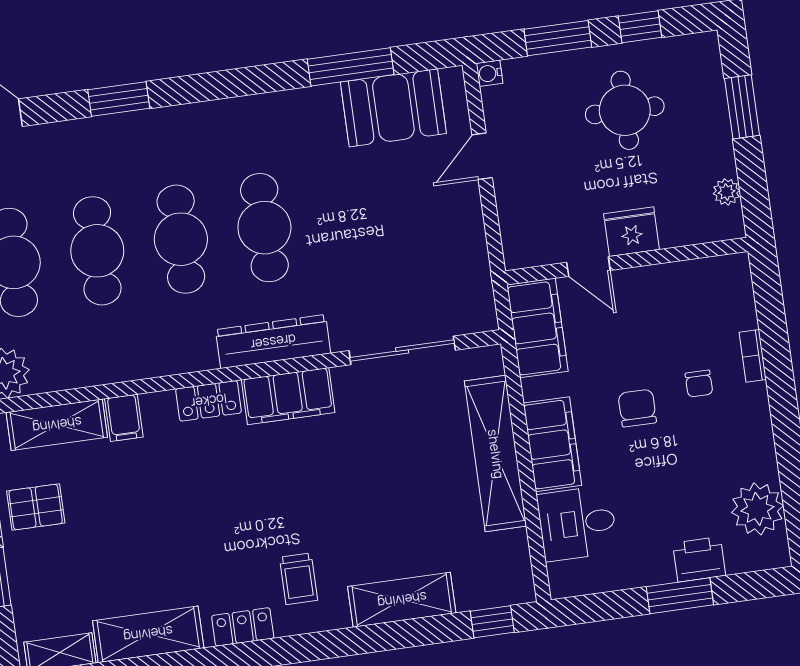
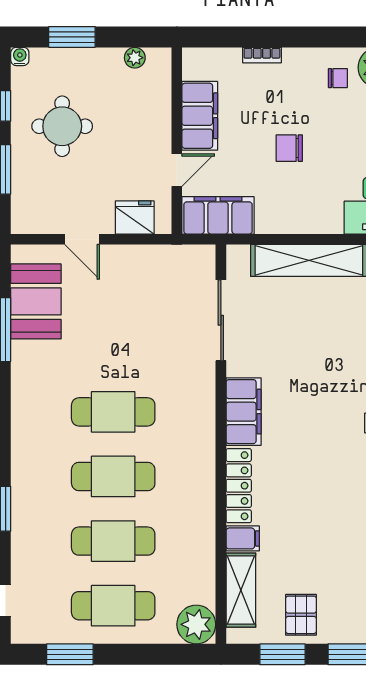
water cooler: (489, 73) -> (20, 56), moved, turned 180
fridge: (632, 232) -> (135, 217), moved, turned 90
dresser: (273, 342) -> (200, 417), removed
chair: (699, 384) -> (338, 78), moved
locker: (209, 401) -> (239, 486), width x1.53
filing cabinet: (552, 444) -> (200, 116), moved, turned 90

